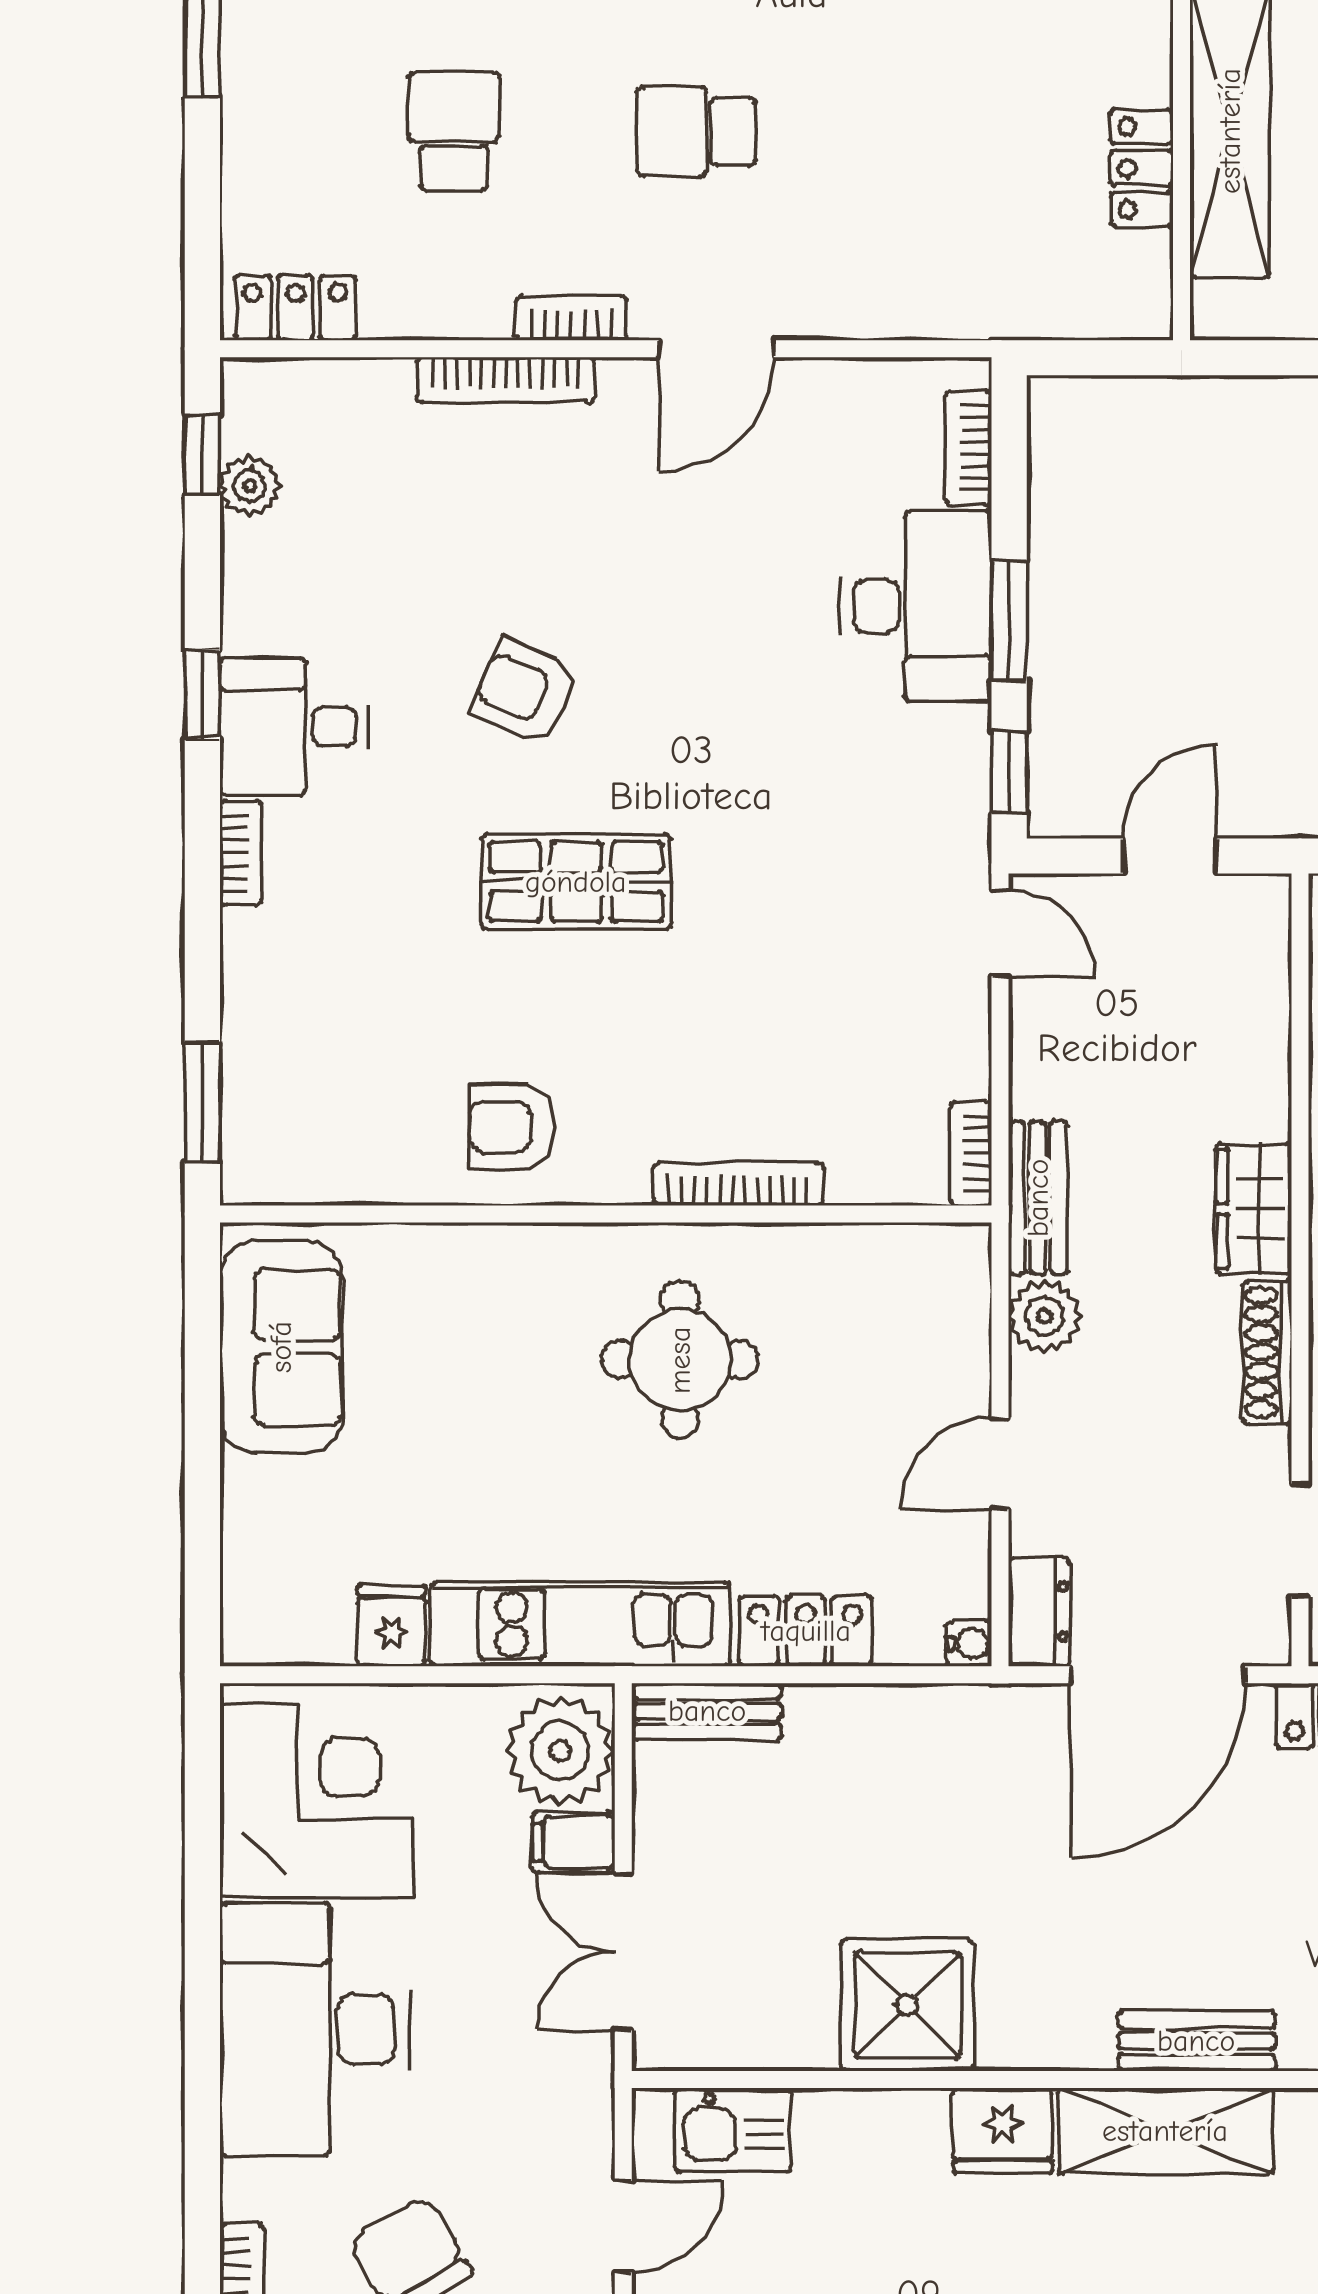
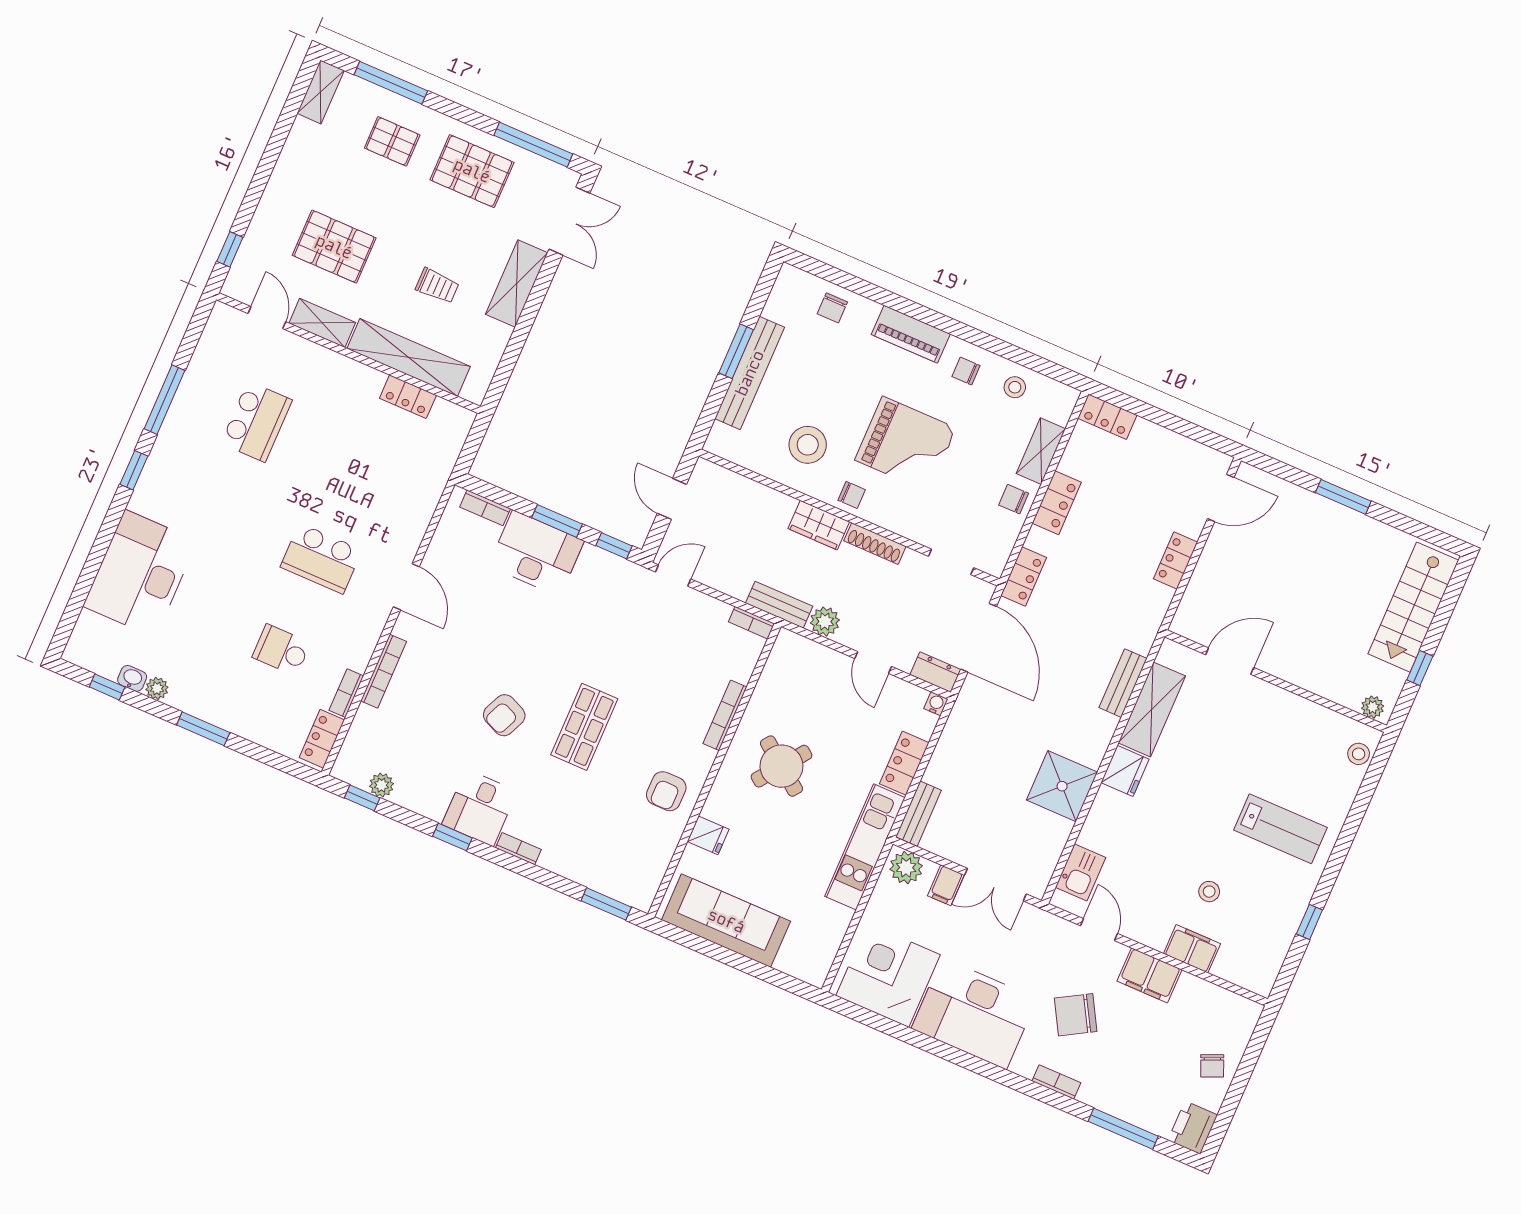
school desk: (696, 131) -> (321, 559), width x1.85
bookcase: (571, 318) -> (346, 693), moved
sofa: (281, 1347) -> (726, 921), width x1.36
round table: (680, 1360) -> (782, 766), turned 37
fridge: (391, 1626) -> (708, 835), moved, turned 180
plant: (560, 1751) -> (906, 868), width x0.73, depth x0.73

